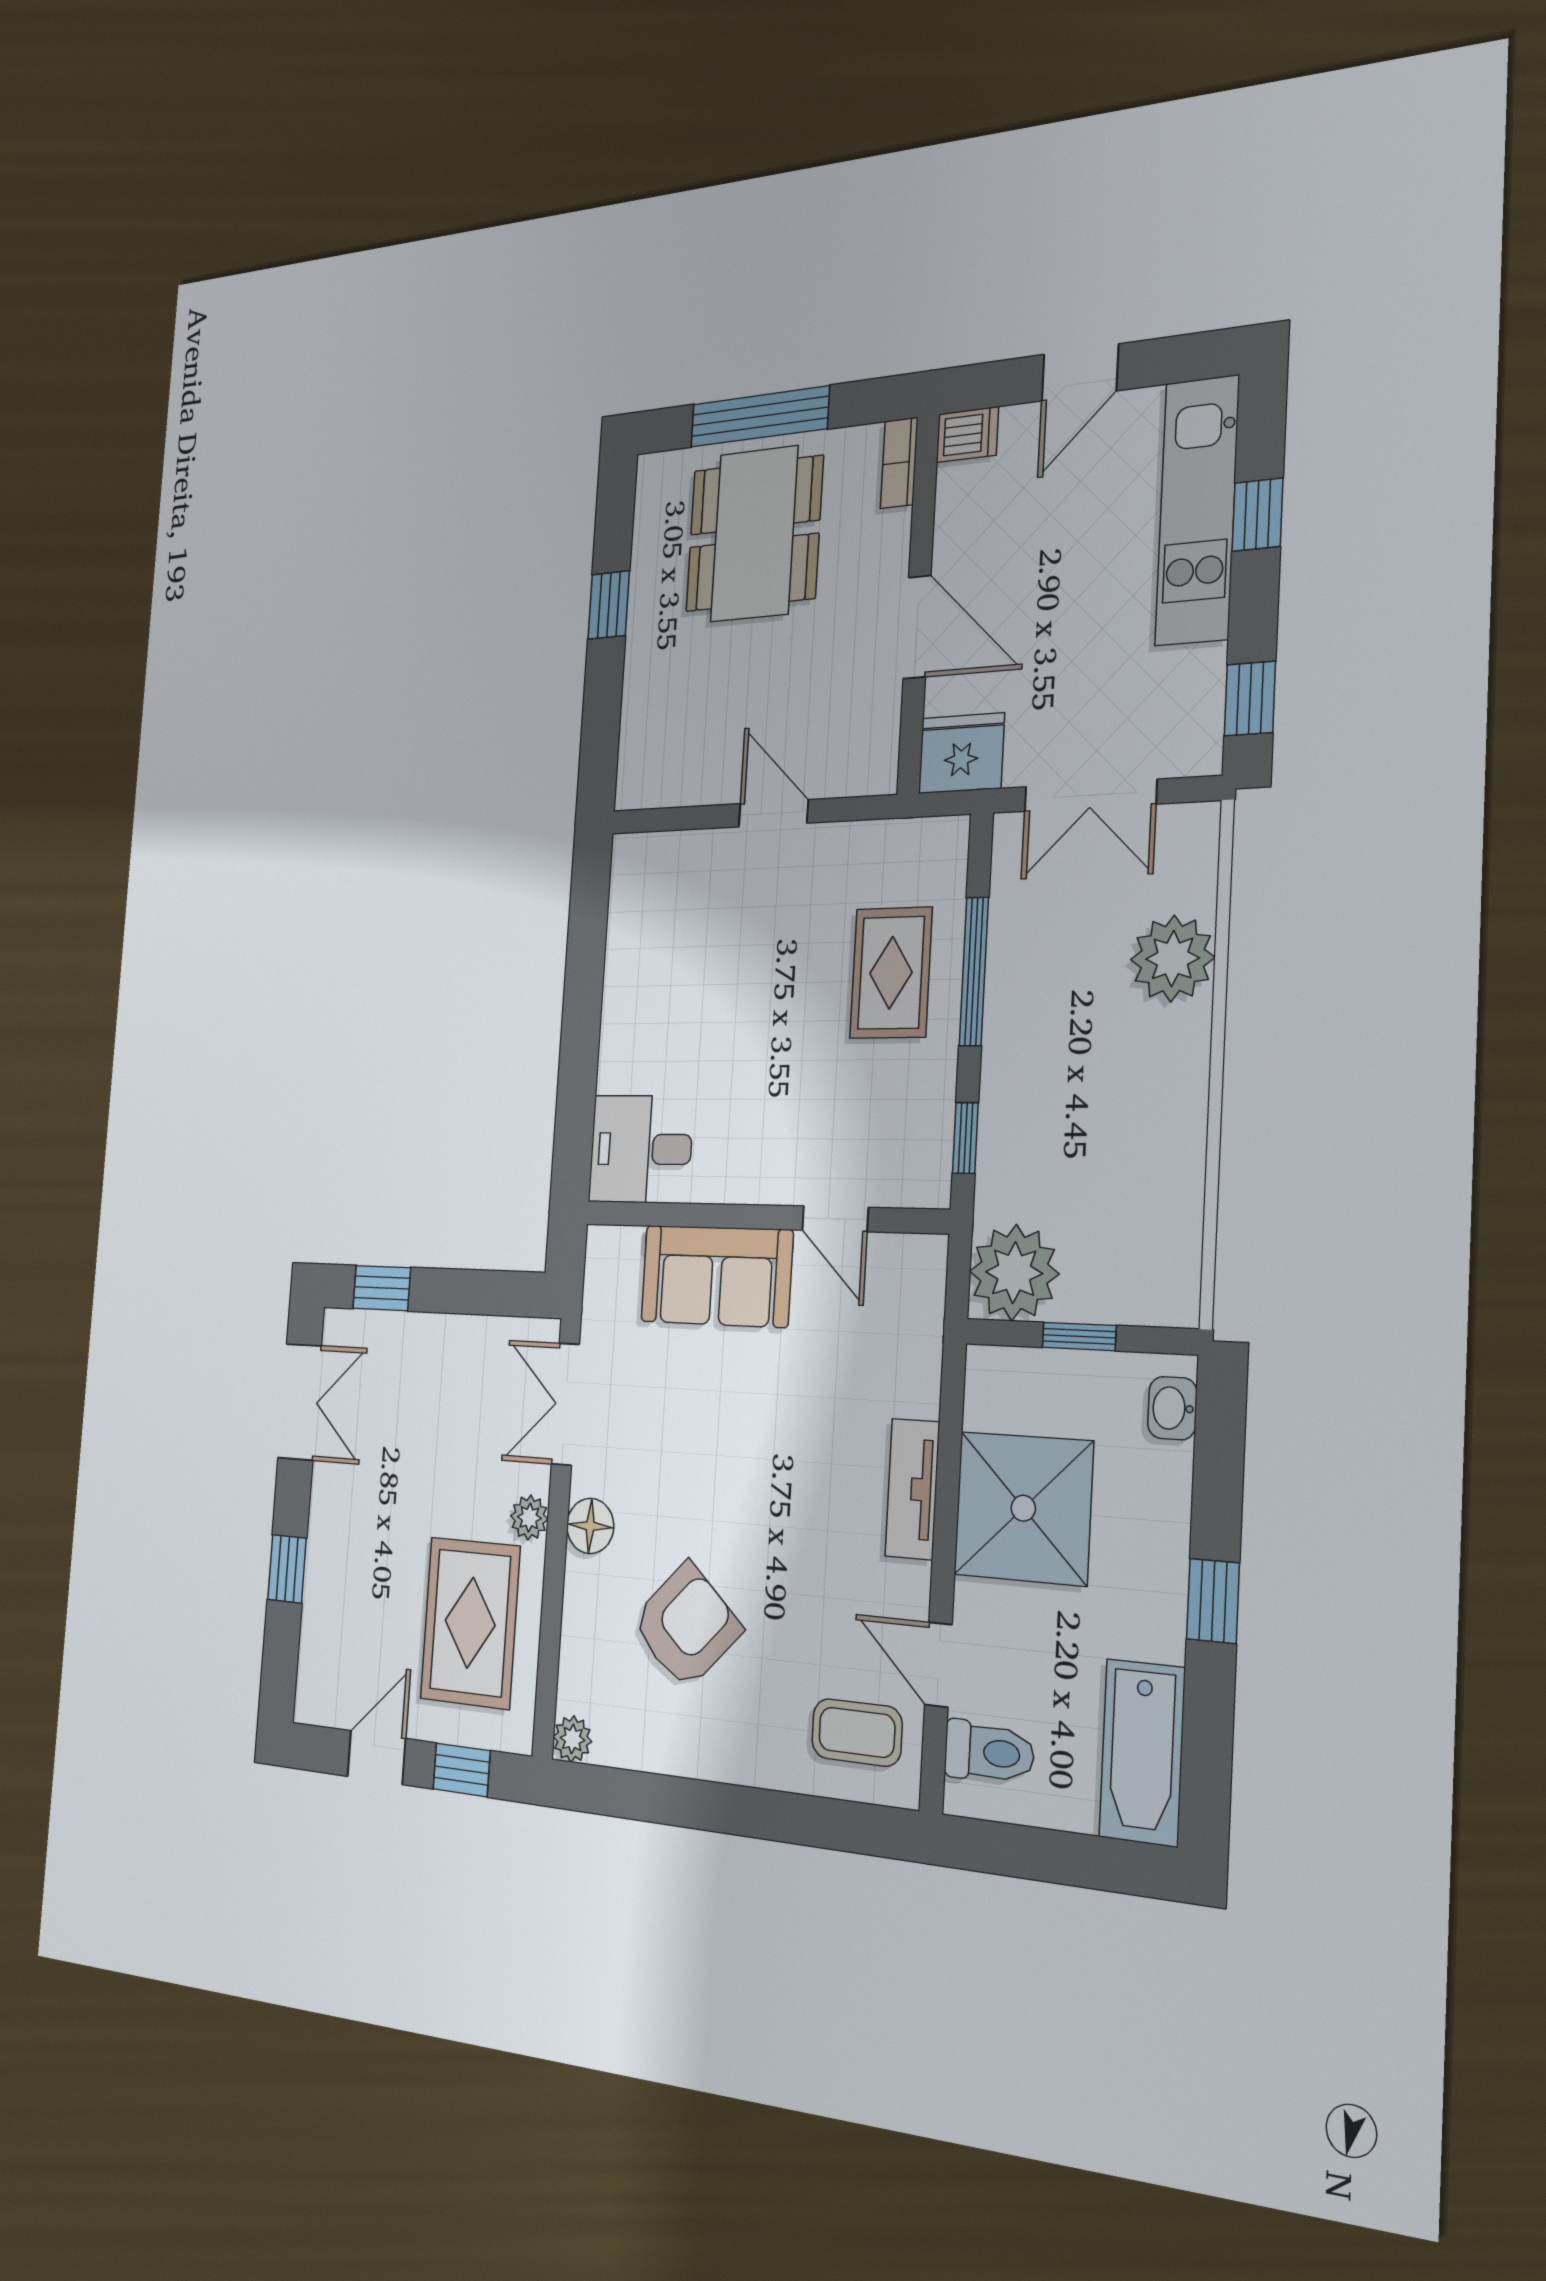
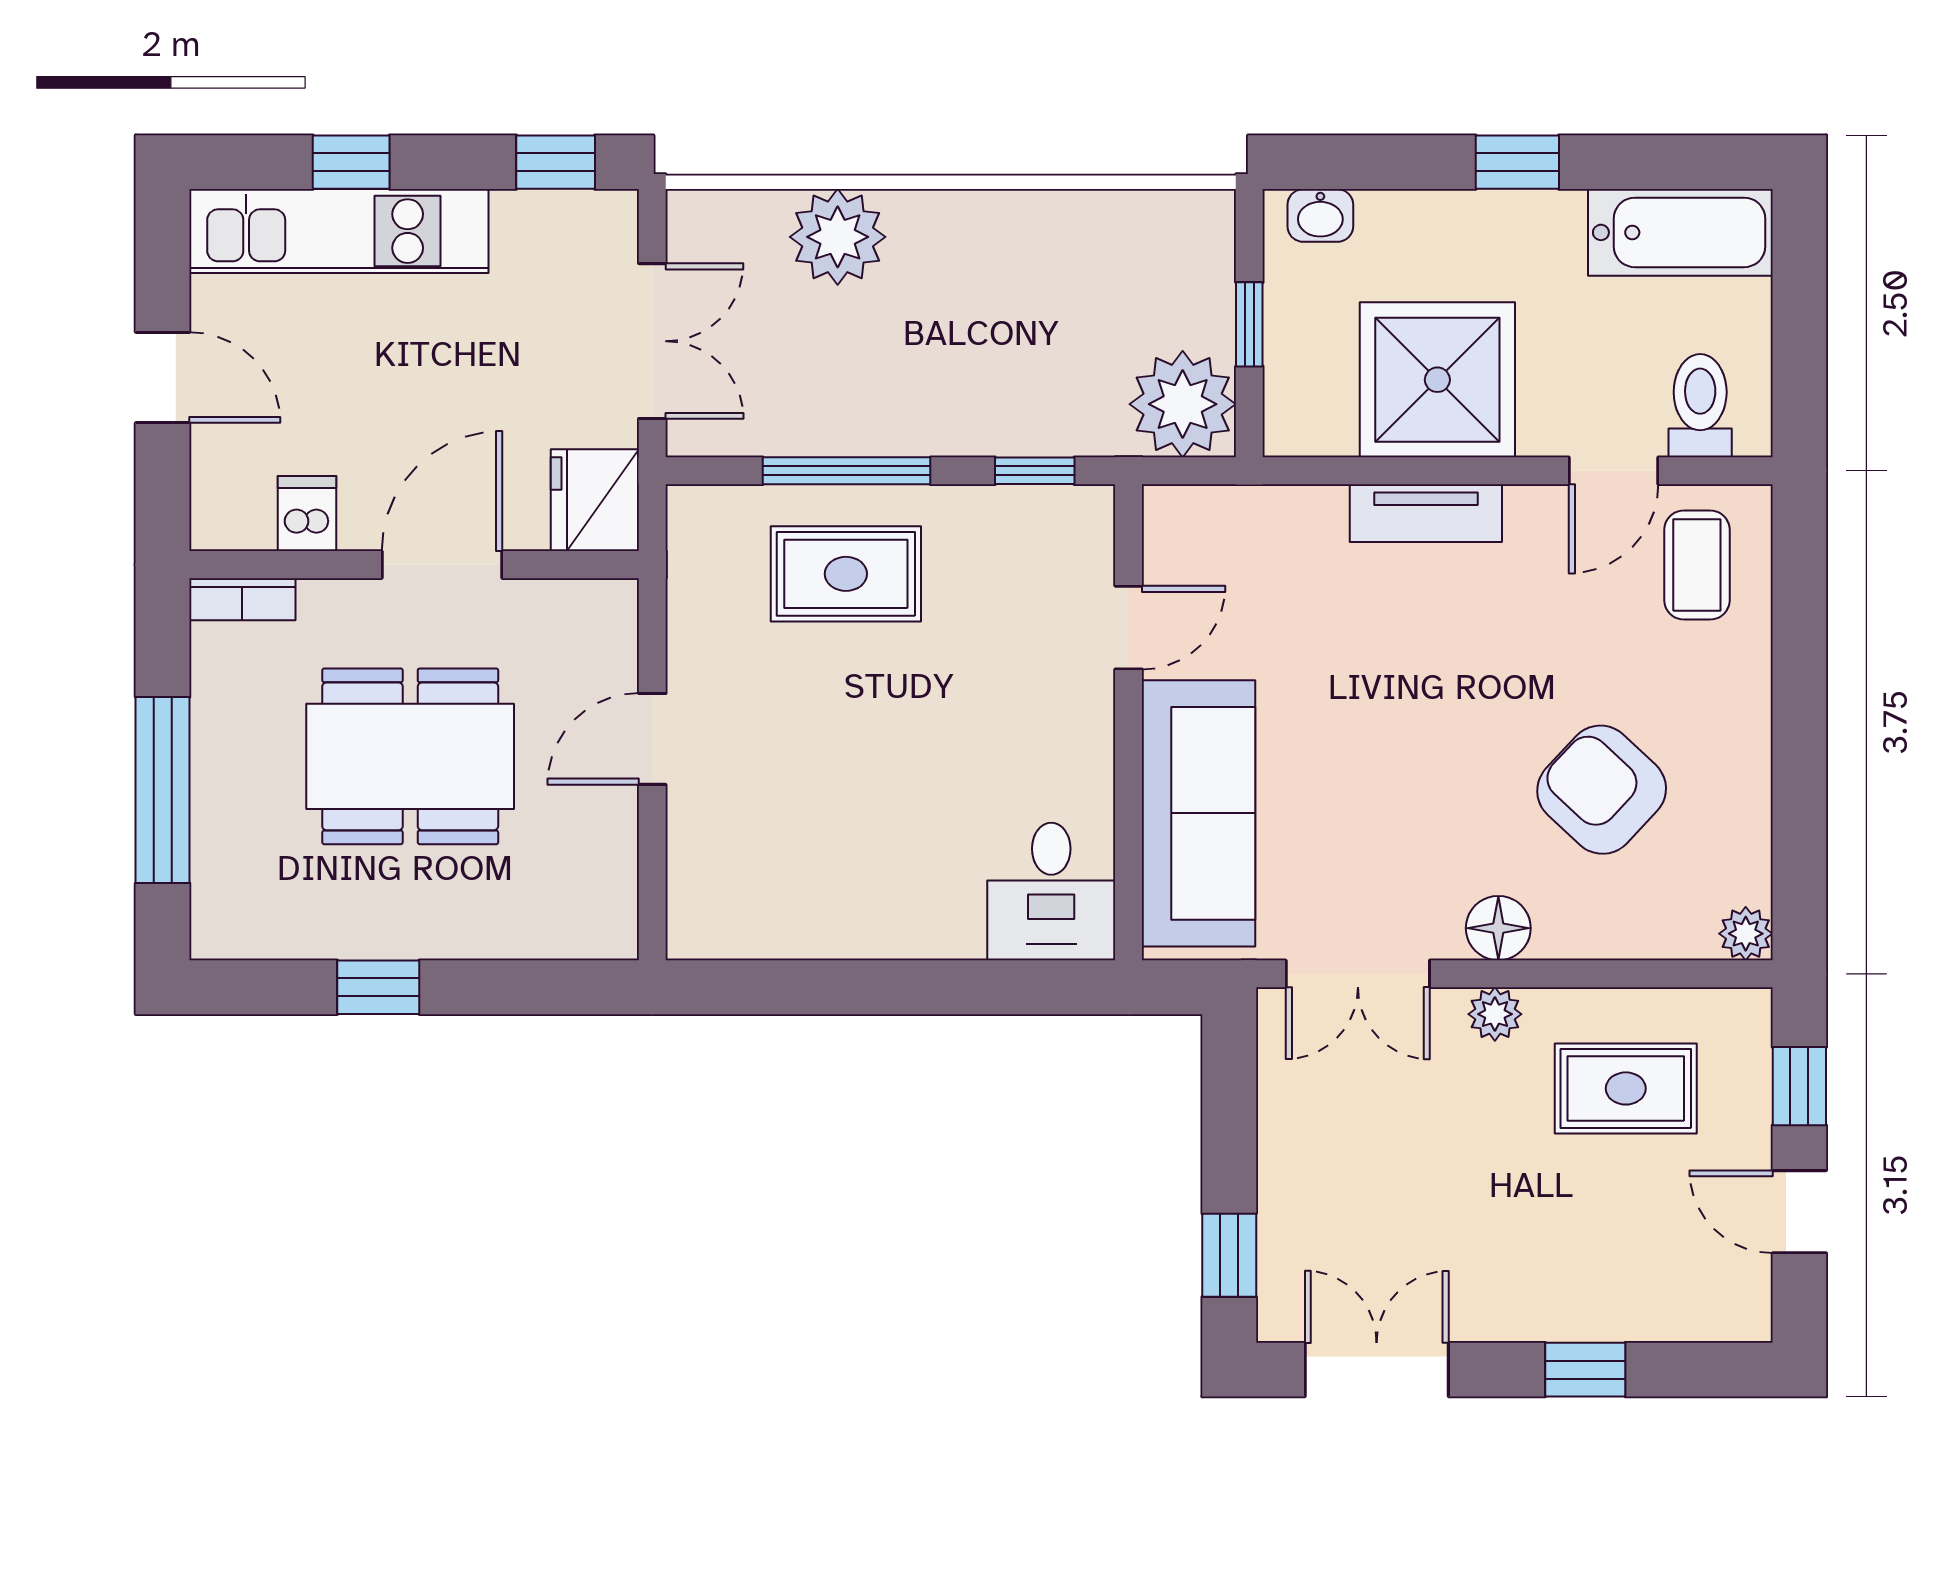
dishwasher: (967, 435) -> (307, 514), moved
dining table: (754, 534) -> (410, 756), moved
sofa: (716, 1276) -> (1199, 813), width x1.36
rug: (470, 1623) -> (1626, 1088), width x0.73, depth x0.70

